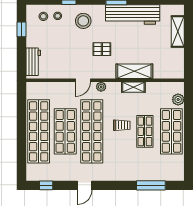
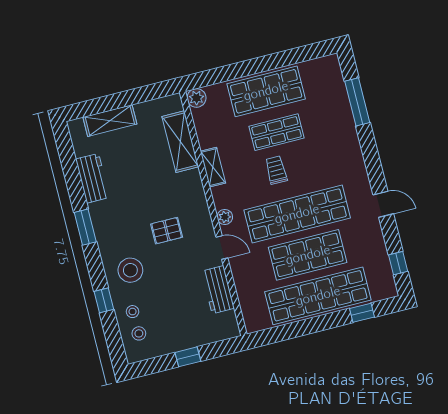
workbench: (133, 15) -> (93, 178), width x0.53, depth x0.76
window: (22, 29) -> (188, 357), moved
pallet: (102, 49) -> (167, 231), turned 90
workbench: (33, 62) -> (218, 290), moved, turned -90
shelving: (134, 71) -> (180, 142), moved
plant: (178, 100) -> (196, 98), moved
window: (22, 156) -> (362, 313), added

